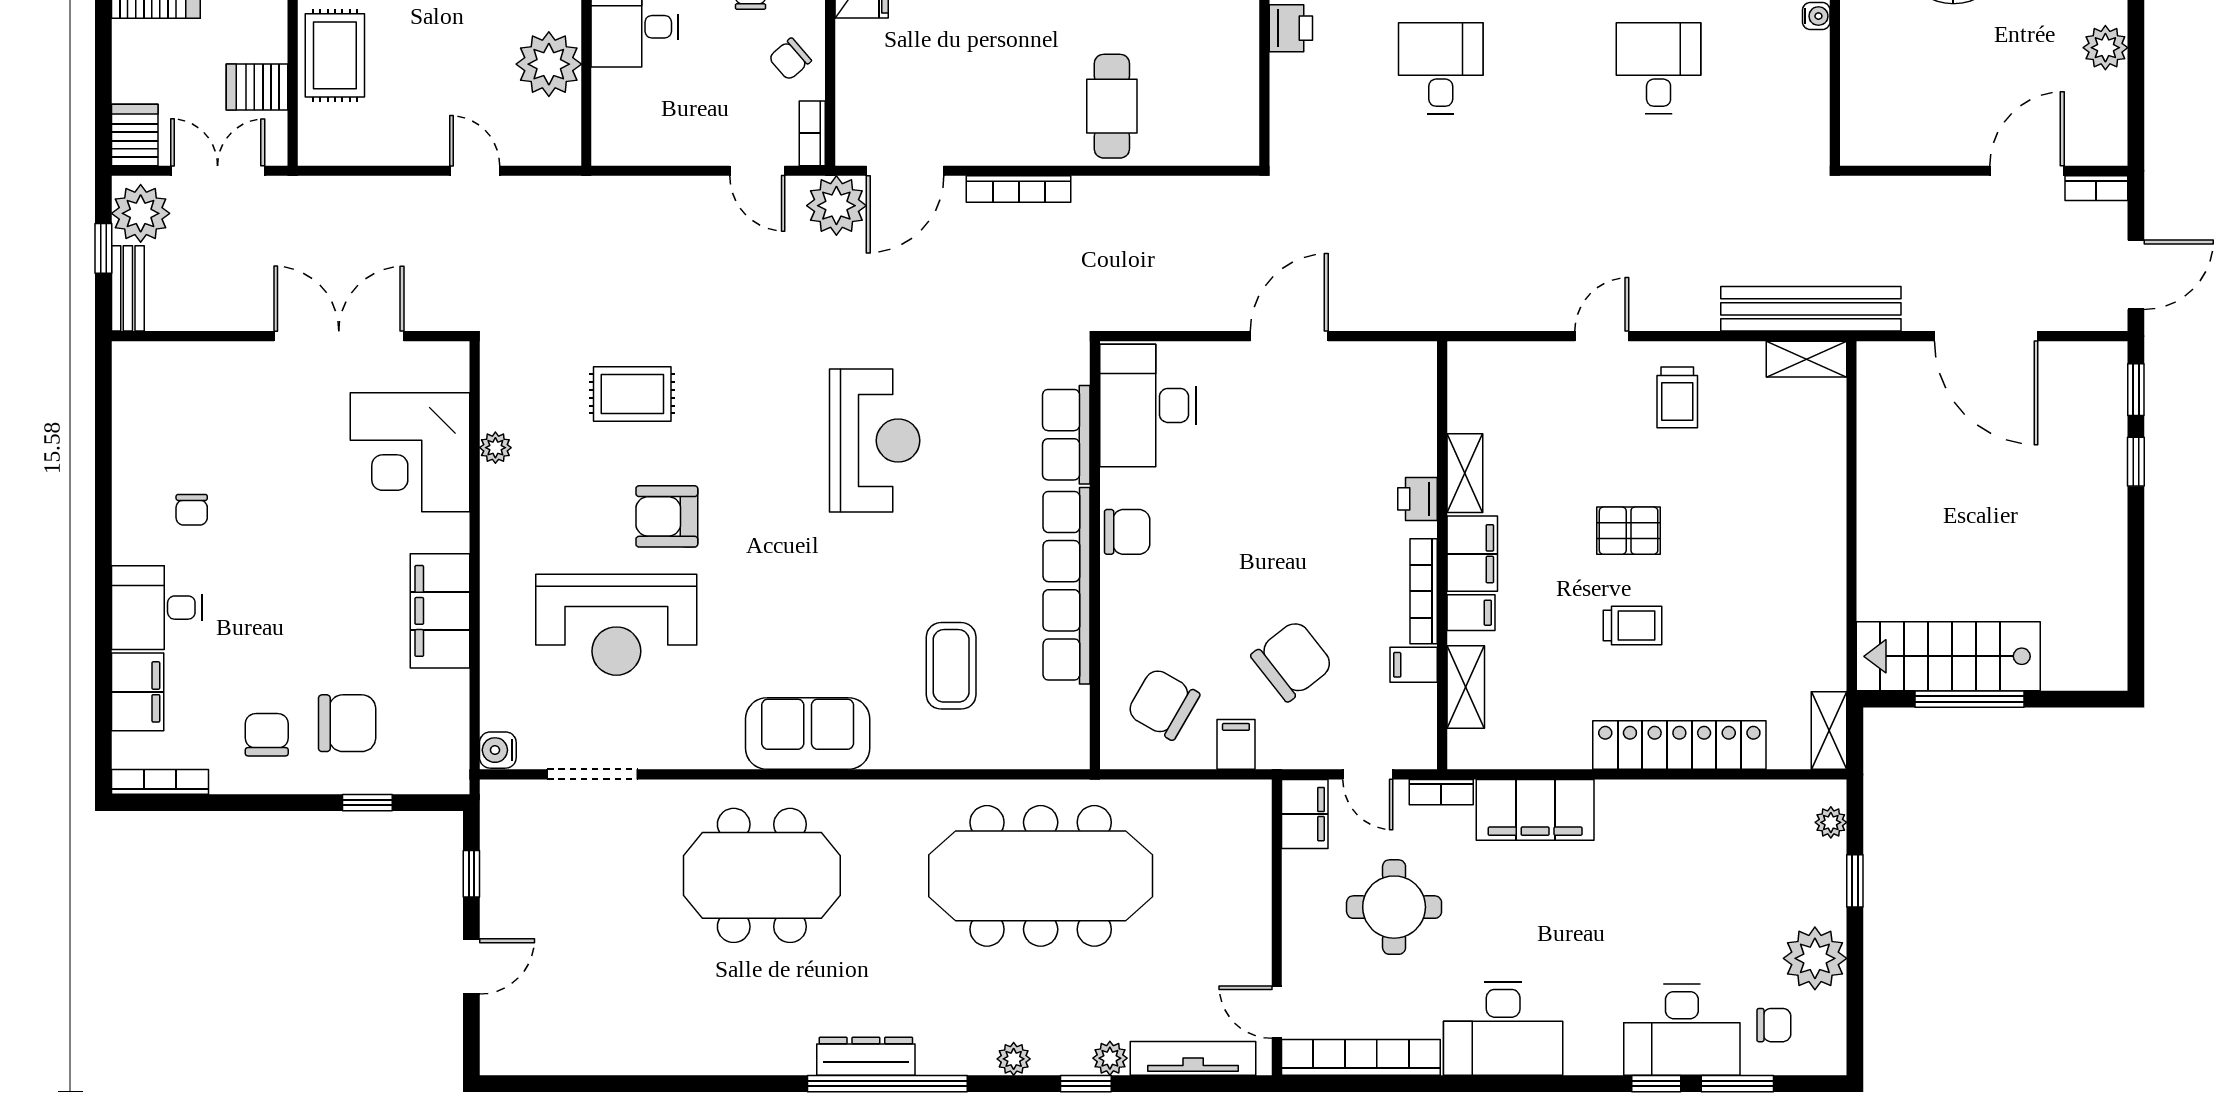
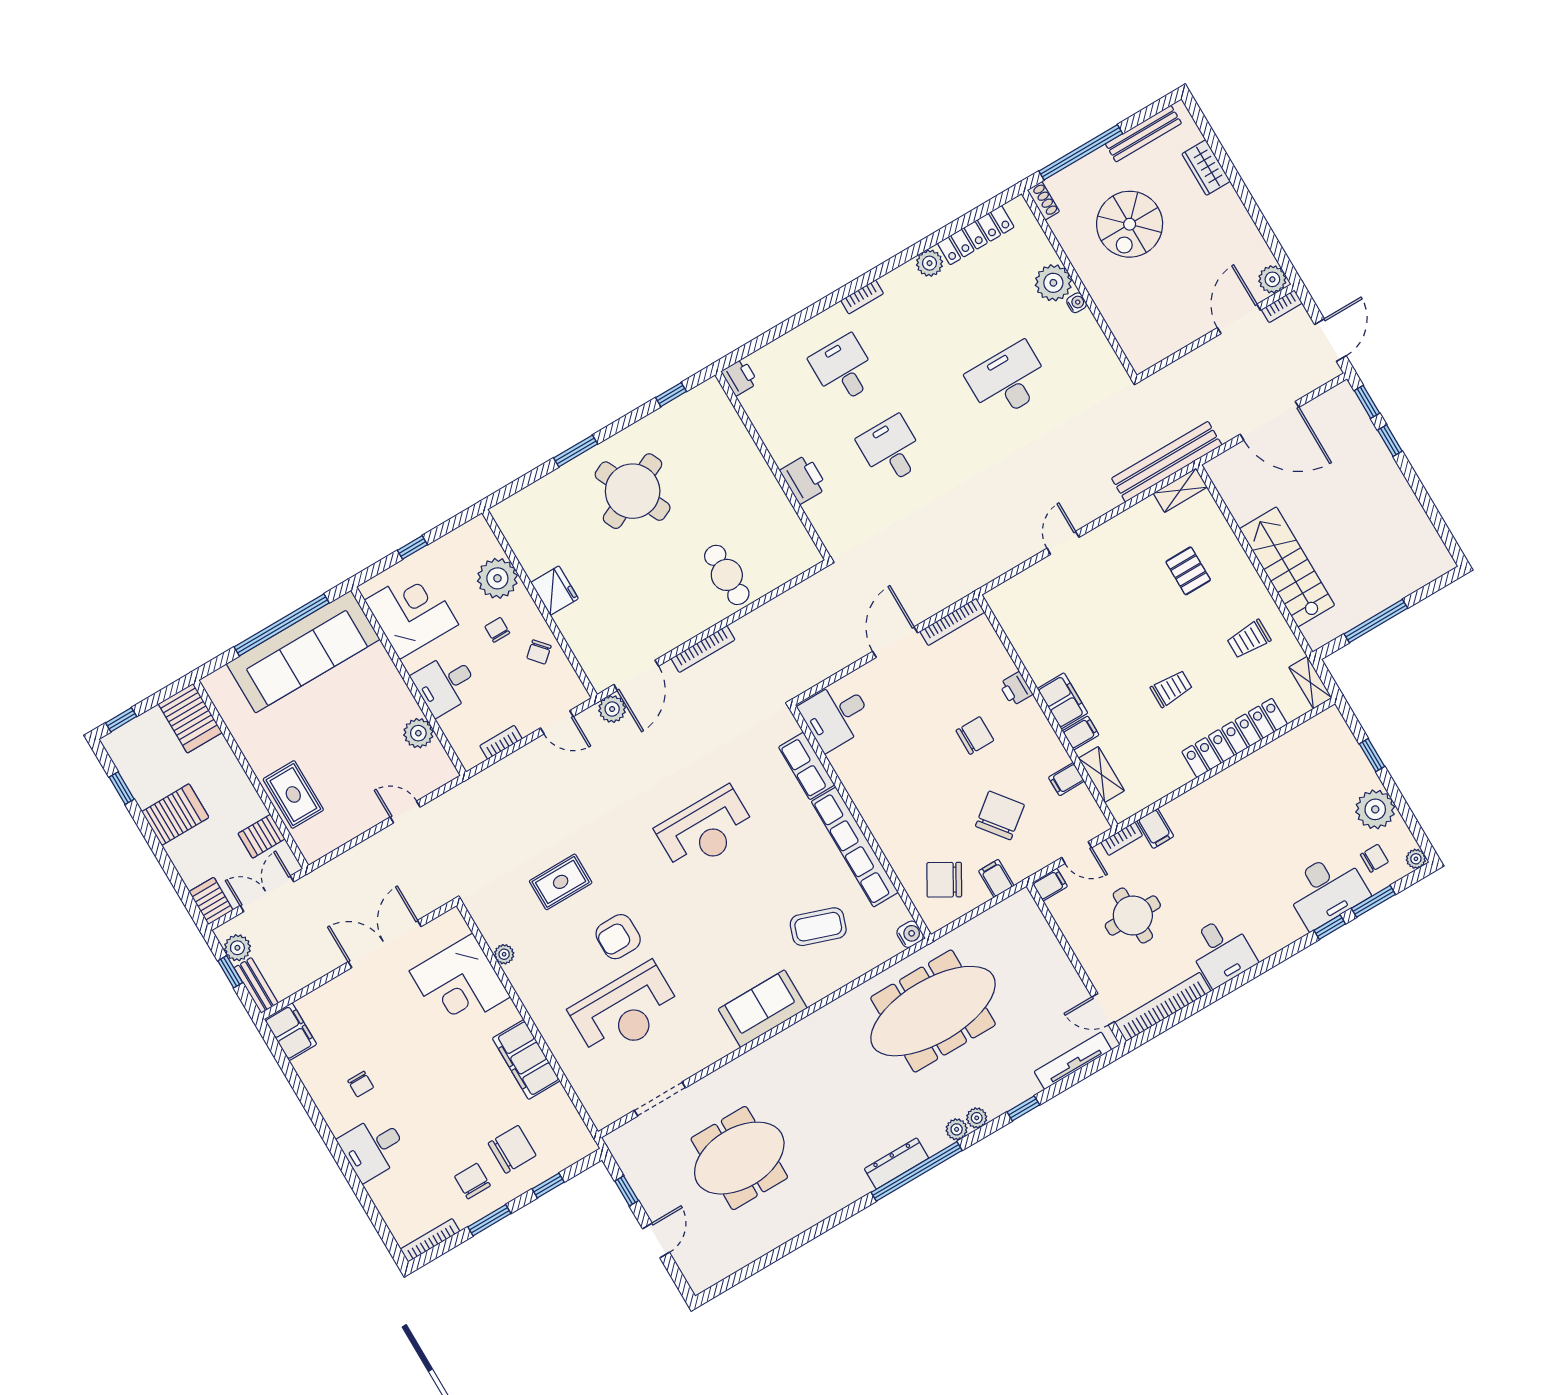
printer: (1291, 28) -> (804, 479), width x1.36, depth x1.24
plant: (2105, 48) -> (1272, 279), moved
plant: (549, 64) -> (418, 733), width x0.73, depth x0.73
desk: (1659, 68) -> (1008, 381), width x1.37
bookcase: (812, 133) -> (501, 742), moved, turned 90
plant: (836, 206) -> (612, 709), width x0.73, depth x0.73
plant: (141, 213) -> (237, 948), width x0.73, depth x0.73
trolley: (1677, 397) -> (1249, 639), moved, turned 90
desk: (1148, 405) -> (836, 715), width x0.73
reception desk: (875, 441) -> (706, 830), turned 90
shelving: (1465, 473) -> (1033, 660), removed
pallet: (1629, 531) -> (1188, 571), moved, turned 90
chair: (1127, 532) -> (975, 736), moved
bookcase: (1424, 591) -> (952, 622), moved, turned -90
stairs: (1948, 656) -> (1287, 567), moved, turned 90
coffee table: (951, 666) -> (818, 927), turned -71
filing cabinet: (138, 692) -> (290, 1032), moved
water cooler: (498, 750) -> (910, 934), moved, turned 180
window: (258, 803) -> (489, 1220), added
filing cabinet: (1535, 810) -> (1155, 829), width x0.33, depth x0.86
filing cabinet: (1305, 814) -> (1050, 885), width x0.50
plant: (1831, 822) -> (1416, 859), moved
meeting table: (762, 875) -> (739, 1158), moved
desk: (1503, 1029) -> (1221, 951), width x0.73
plant: (1110, 1058) -> (957, 1129), moved

